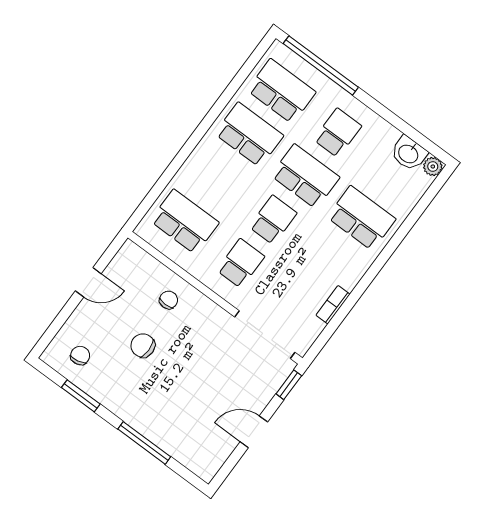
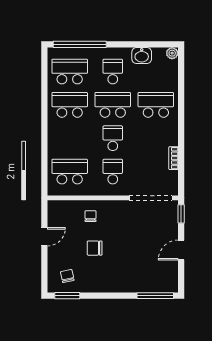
washbasin: (409, 153) -> (142, 56), moved
window: (81, 396) -> (67, 296), moved
window: (144, 443) -> (155, 296), moved

